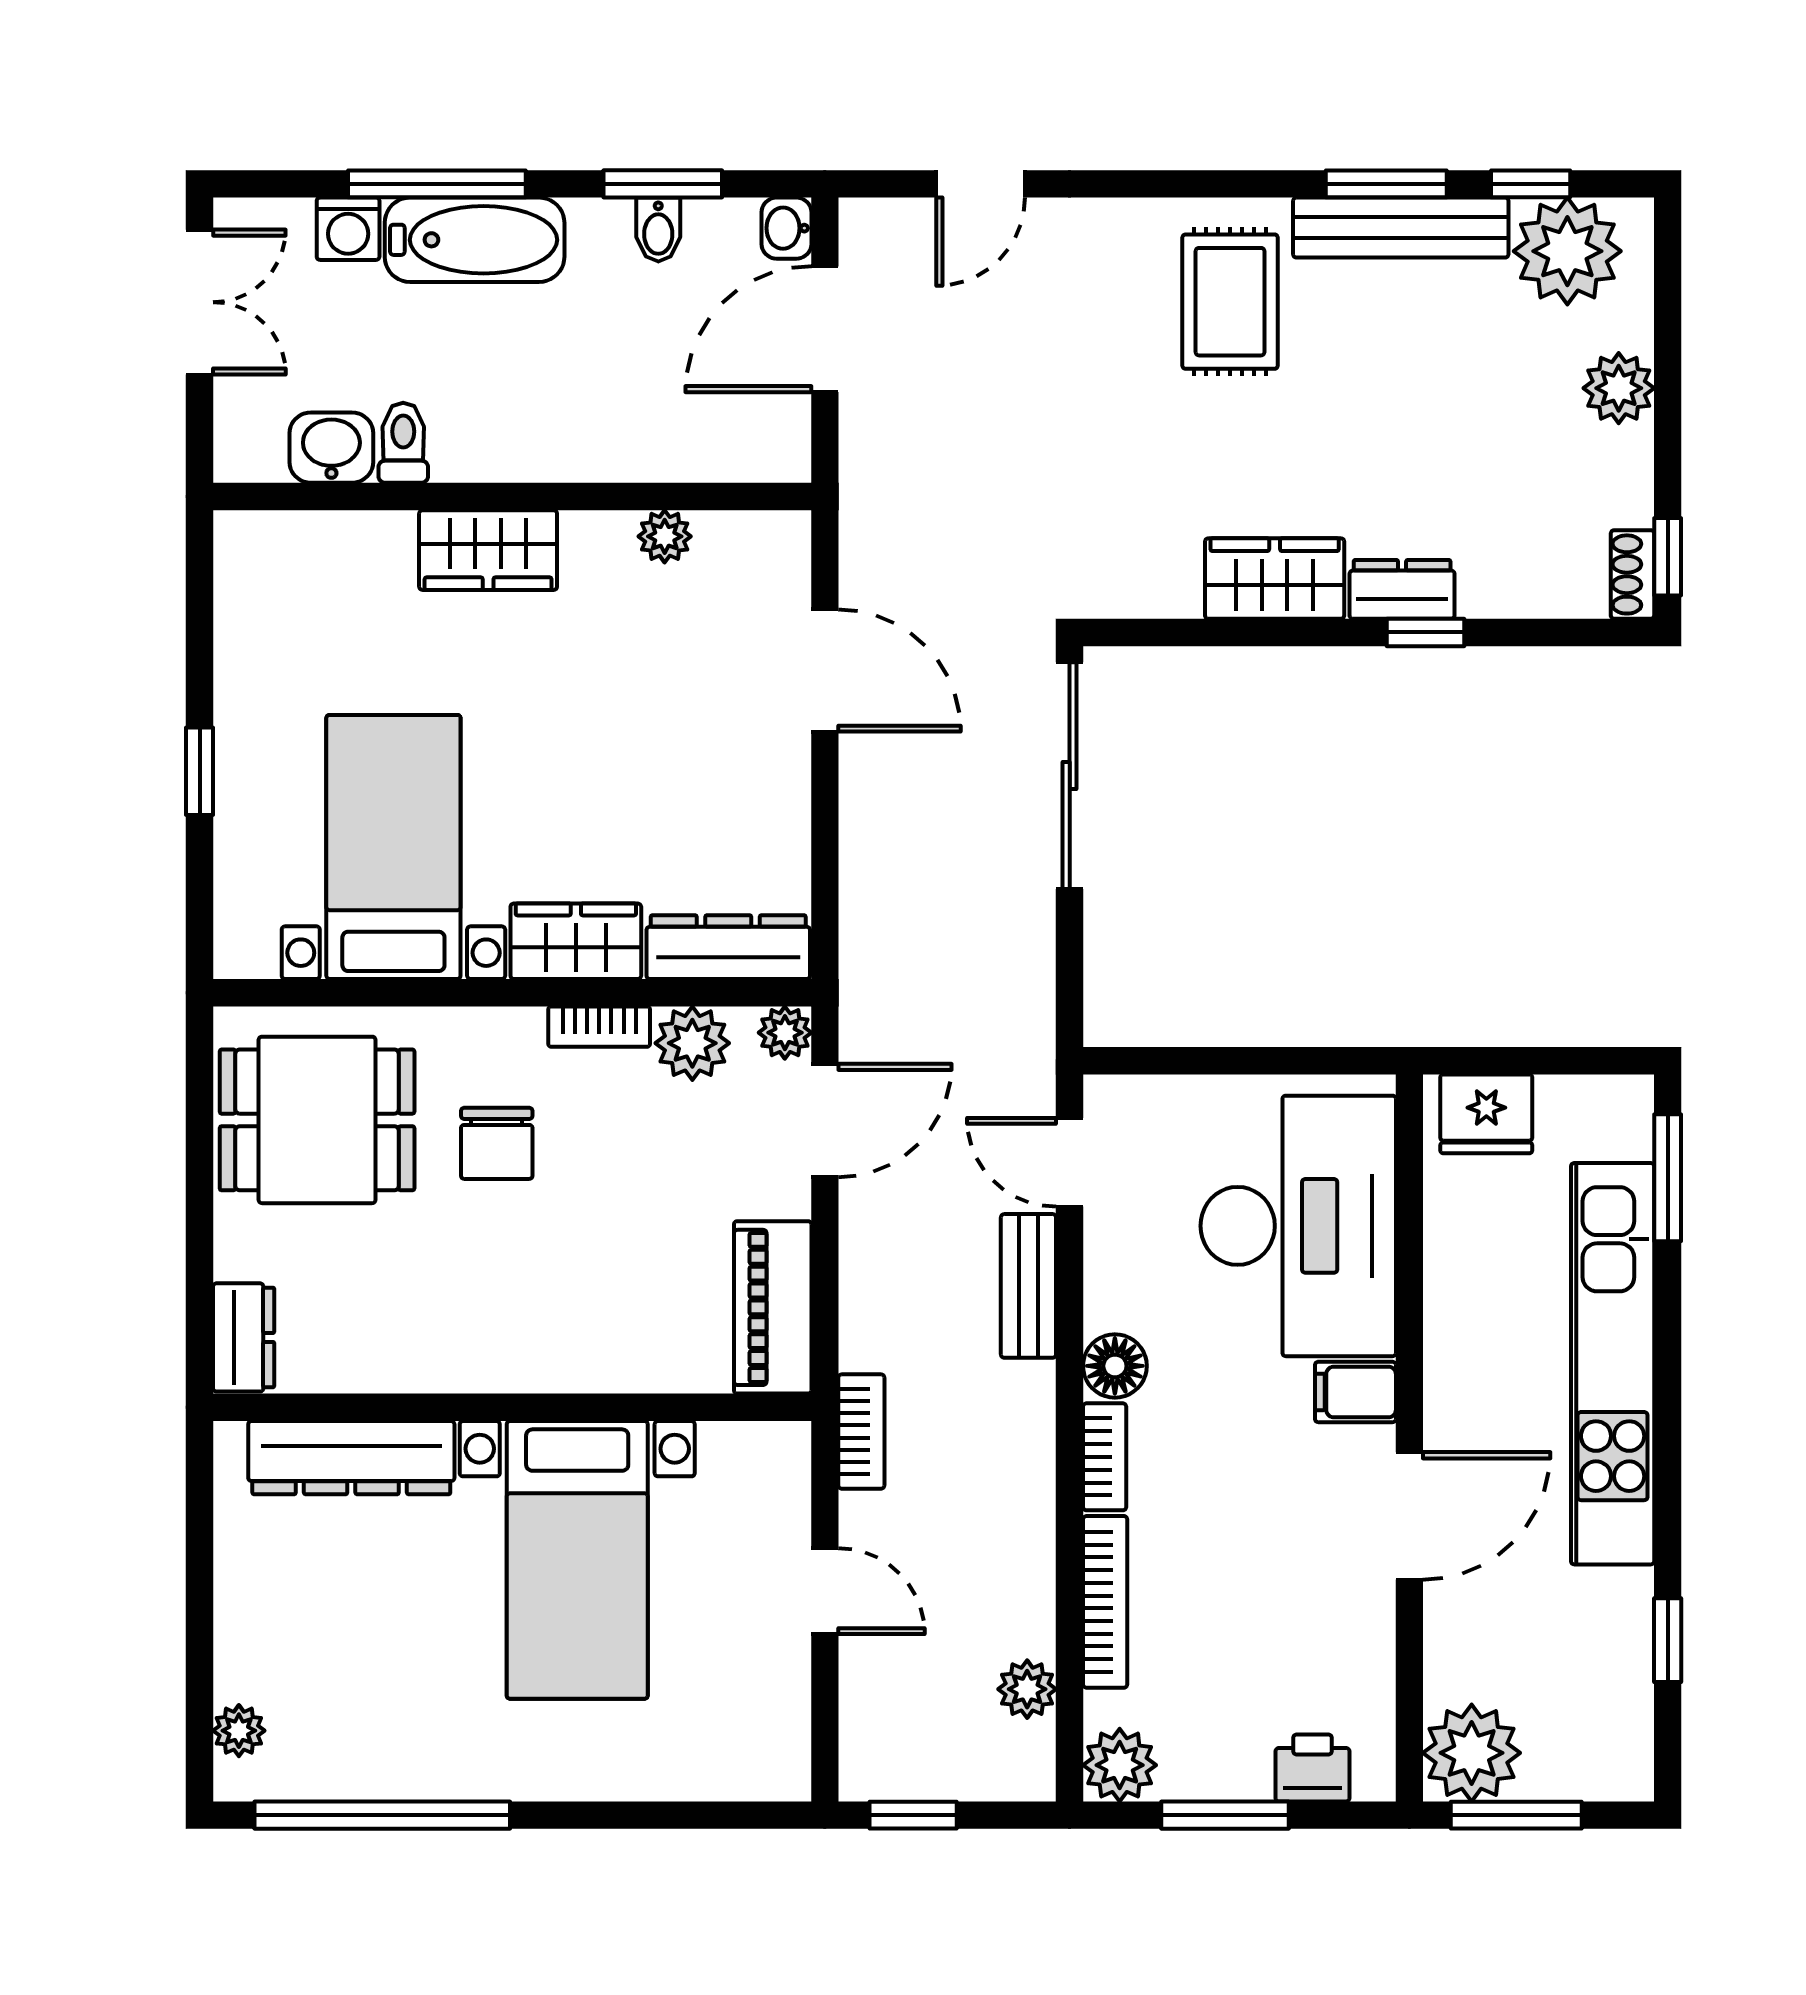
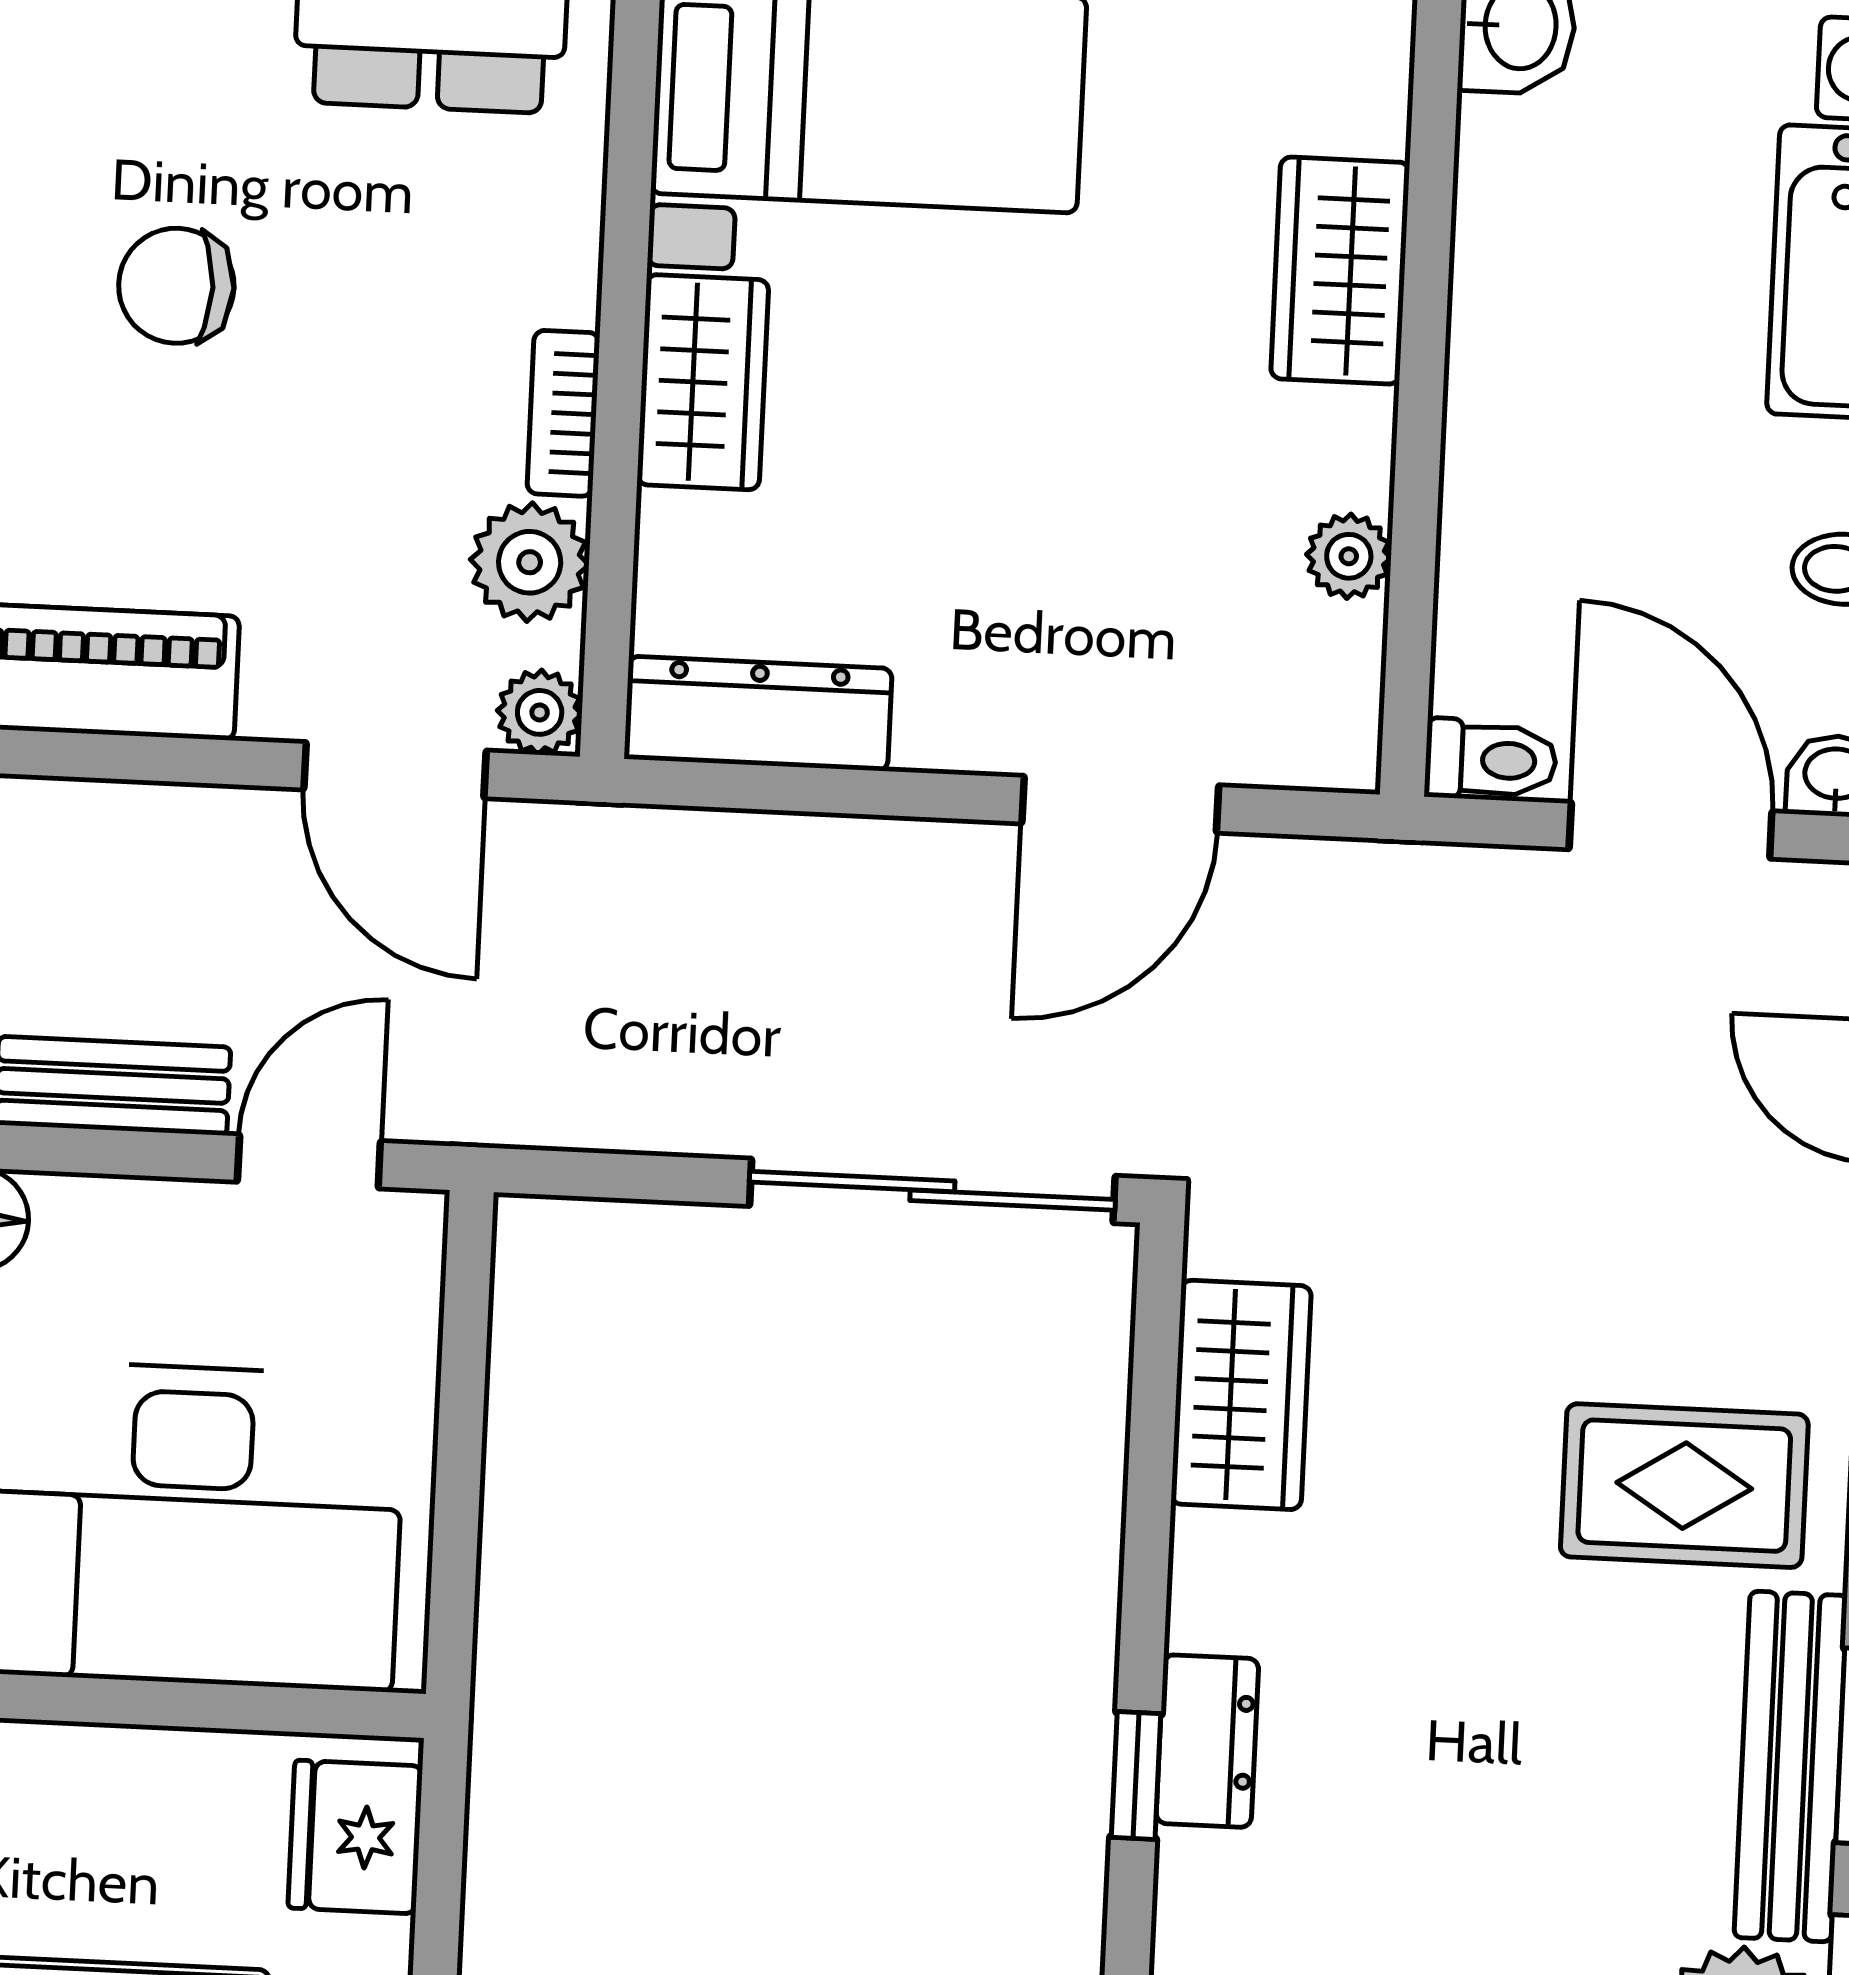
toilet: (403, 443) -> (1490, 760), moved
wardrobe: (1275, 579) -> (1241, 1395), moved
dresser: (728, 947) -> (758, 714), moved, turned -90
chair: (497, 1143) -> (176, 286), moved

